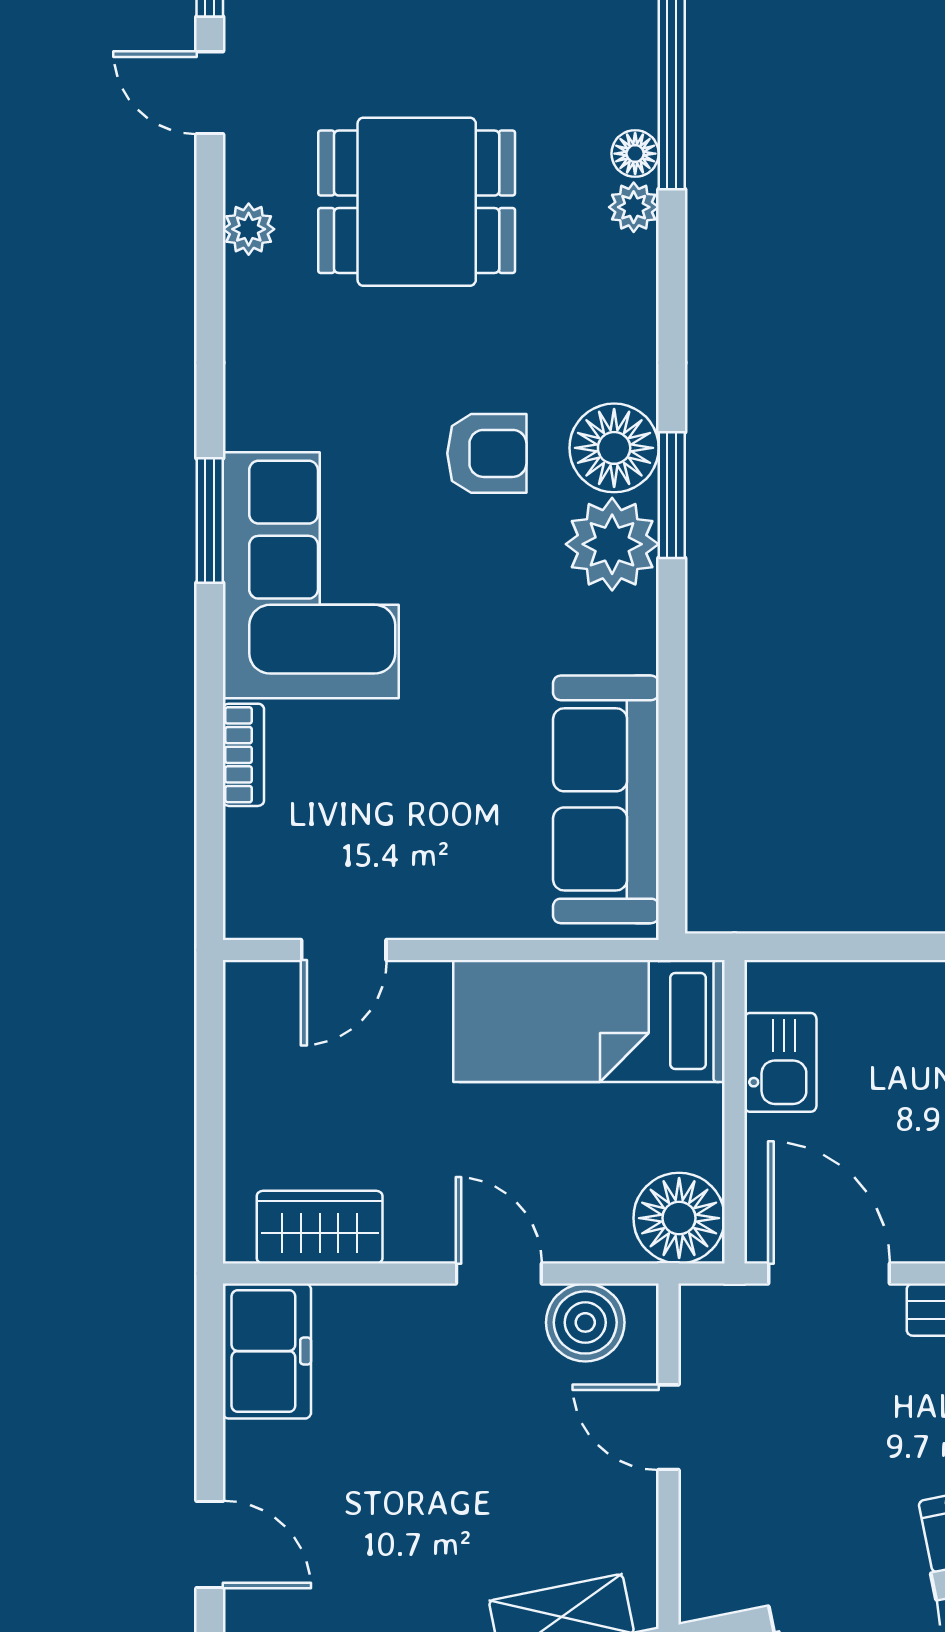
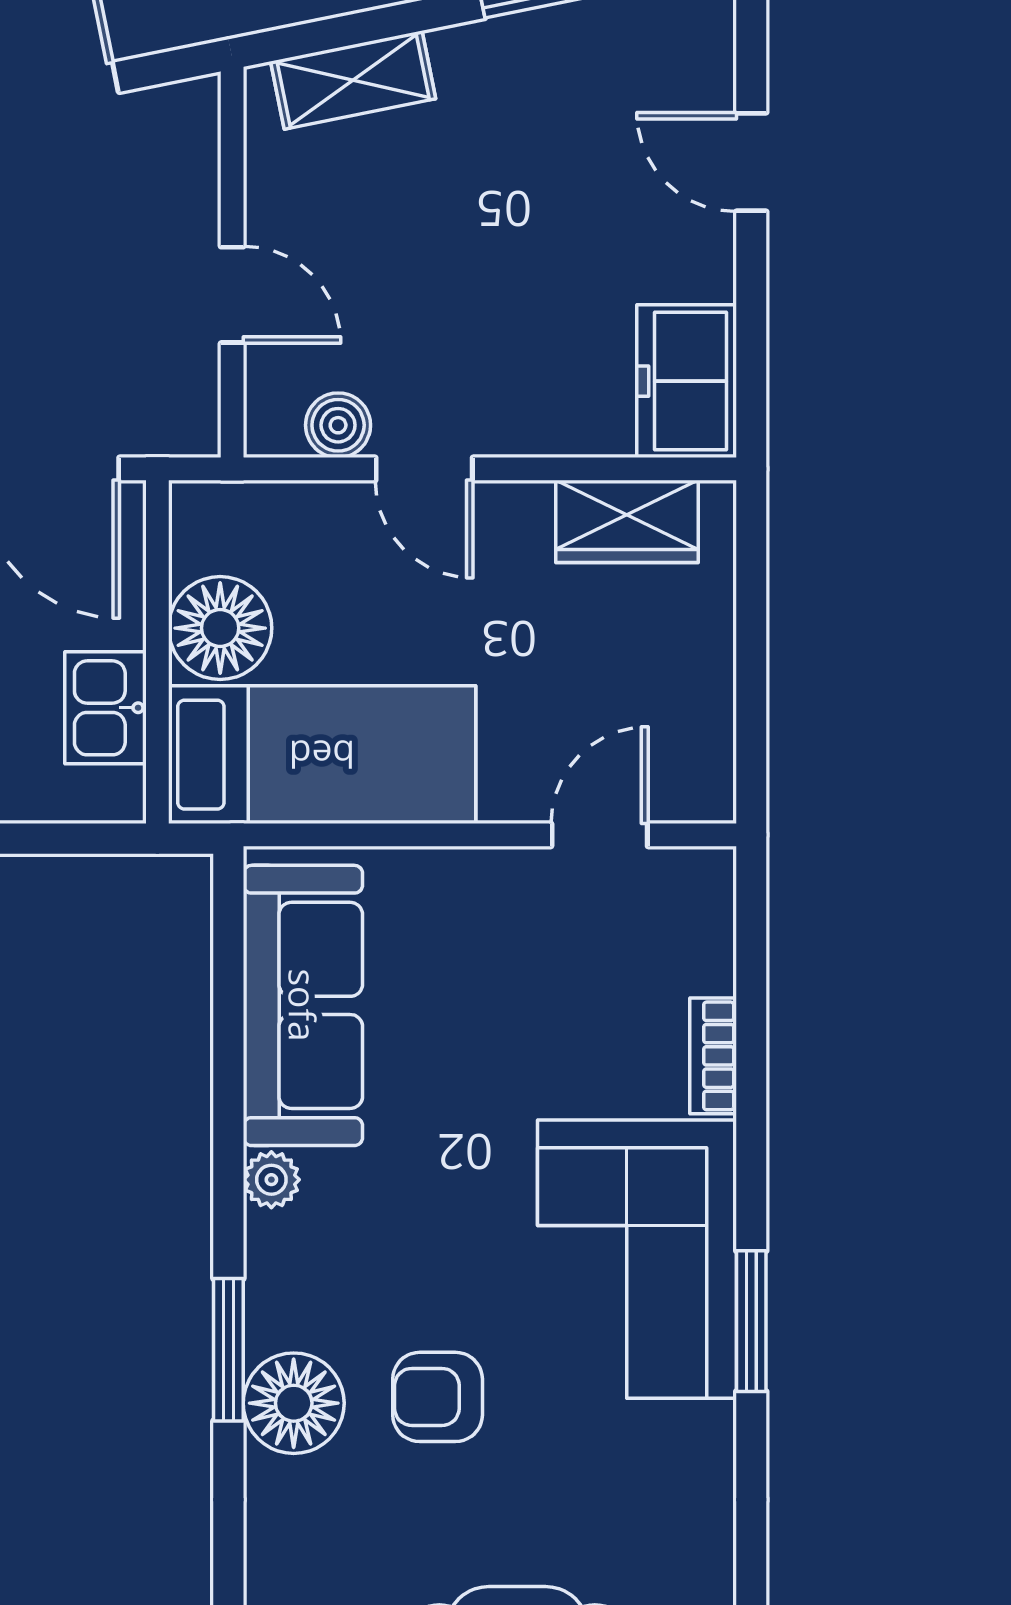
plant: (612, 544) -> (271, 1180), moved, width x0.53, depth x0.53
floor lamp: (679, 1218) -> (220, 628), moved
boiler: (585, 1322) -> (338, 425), width x0.73, depth x0.73

